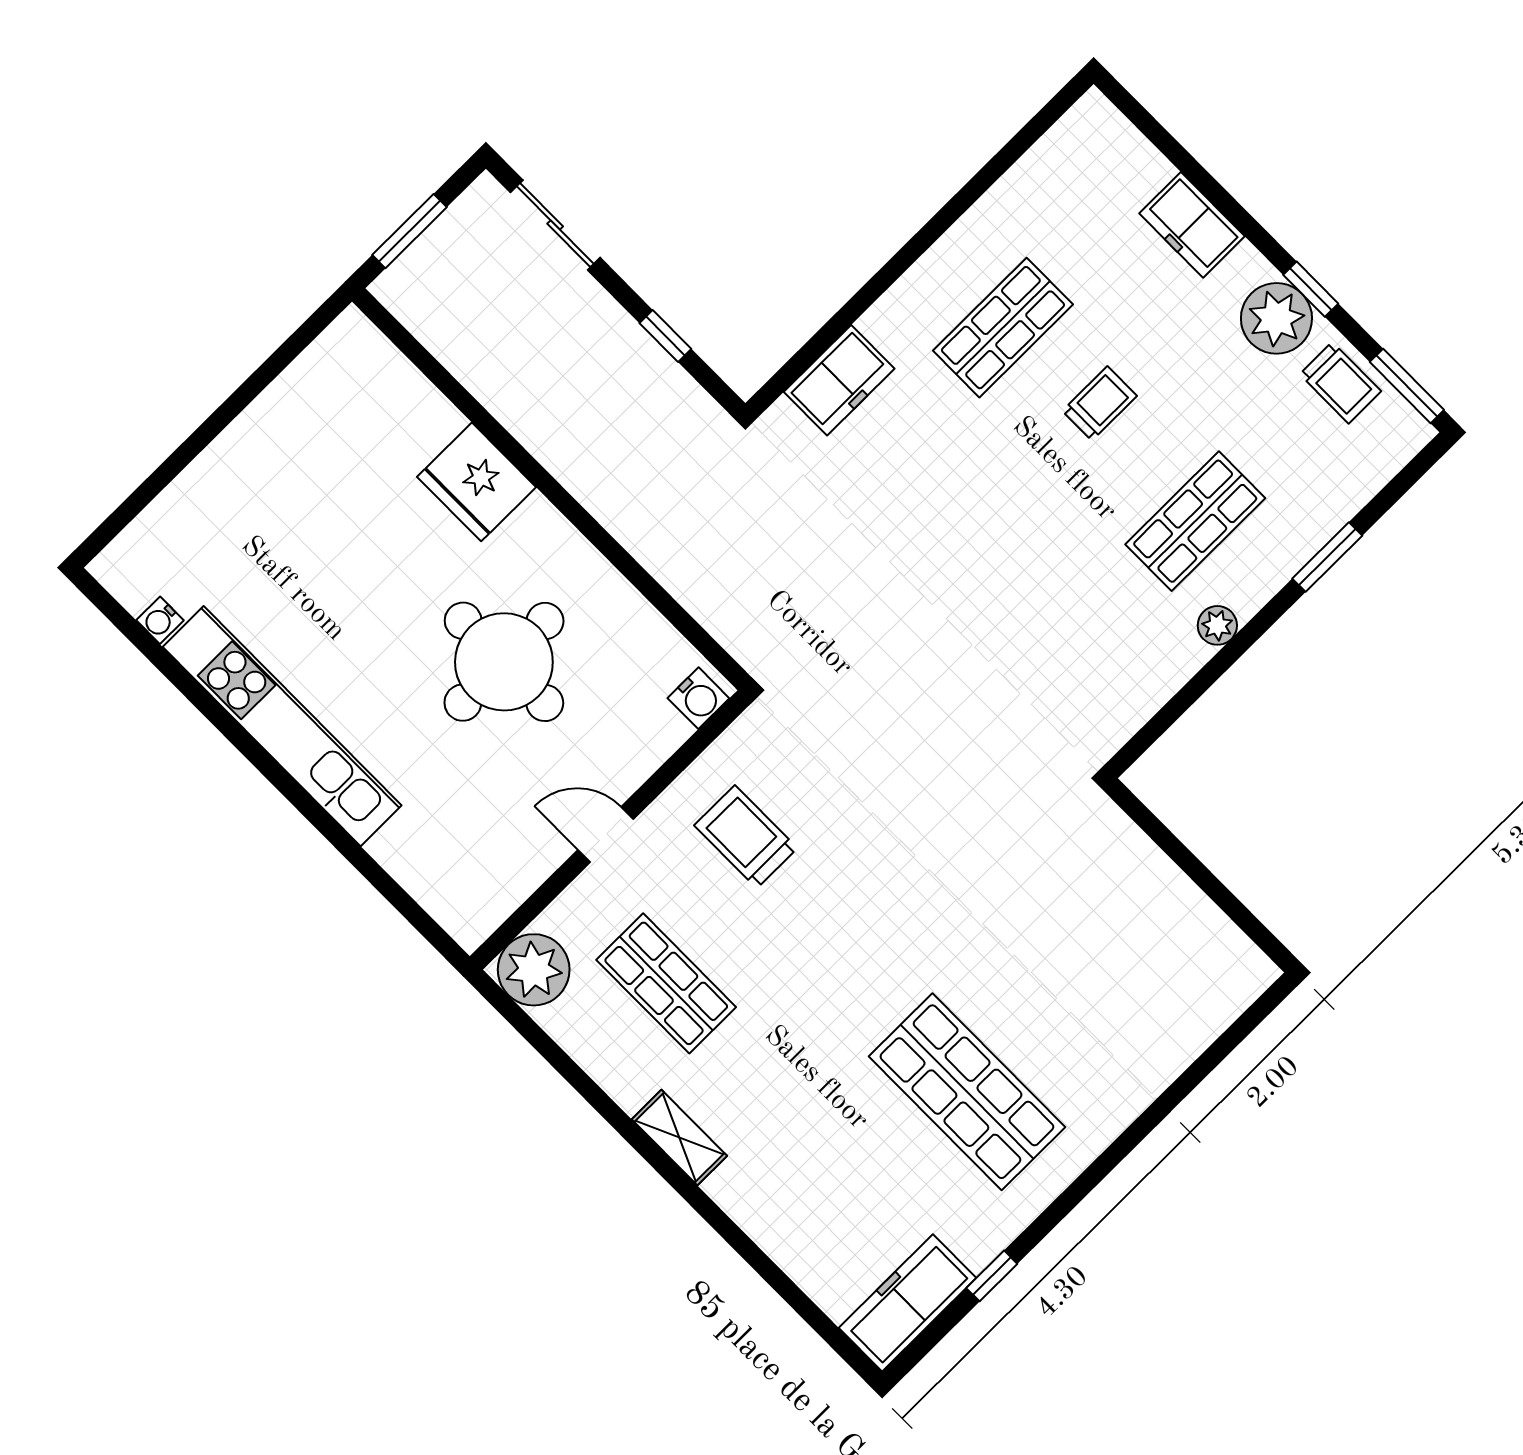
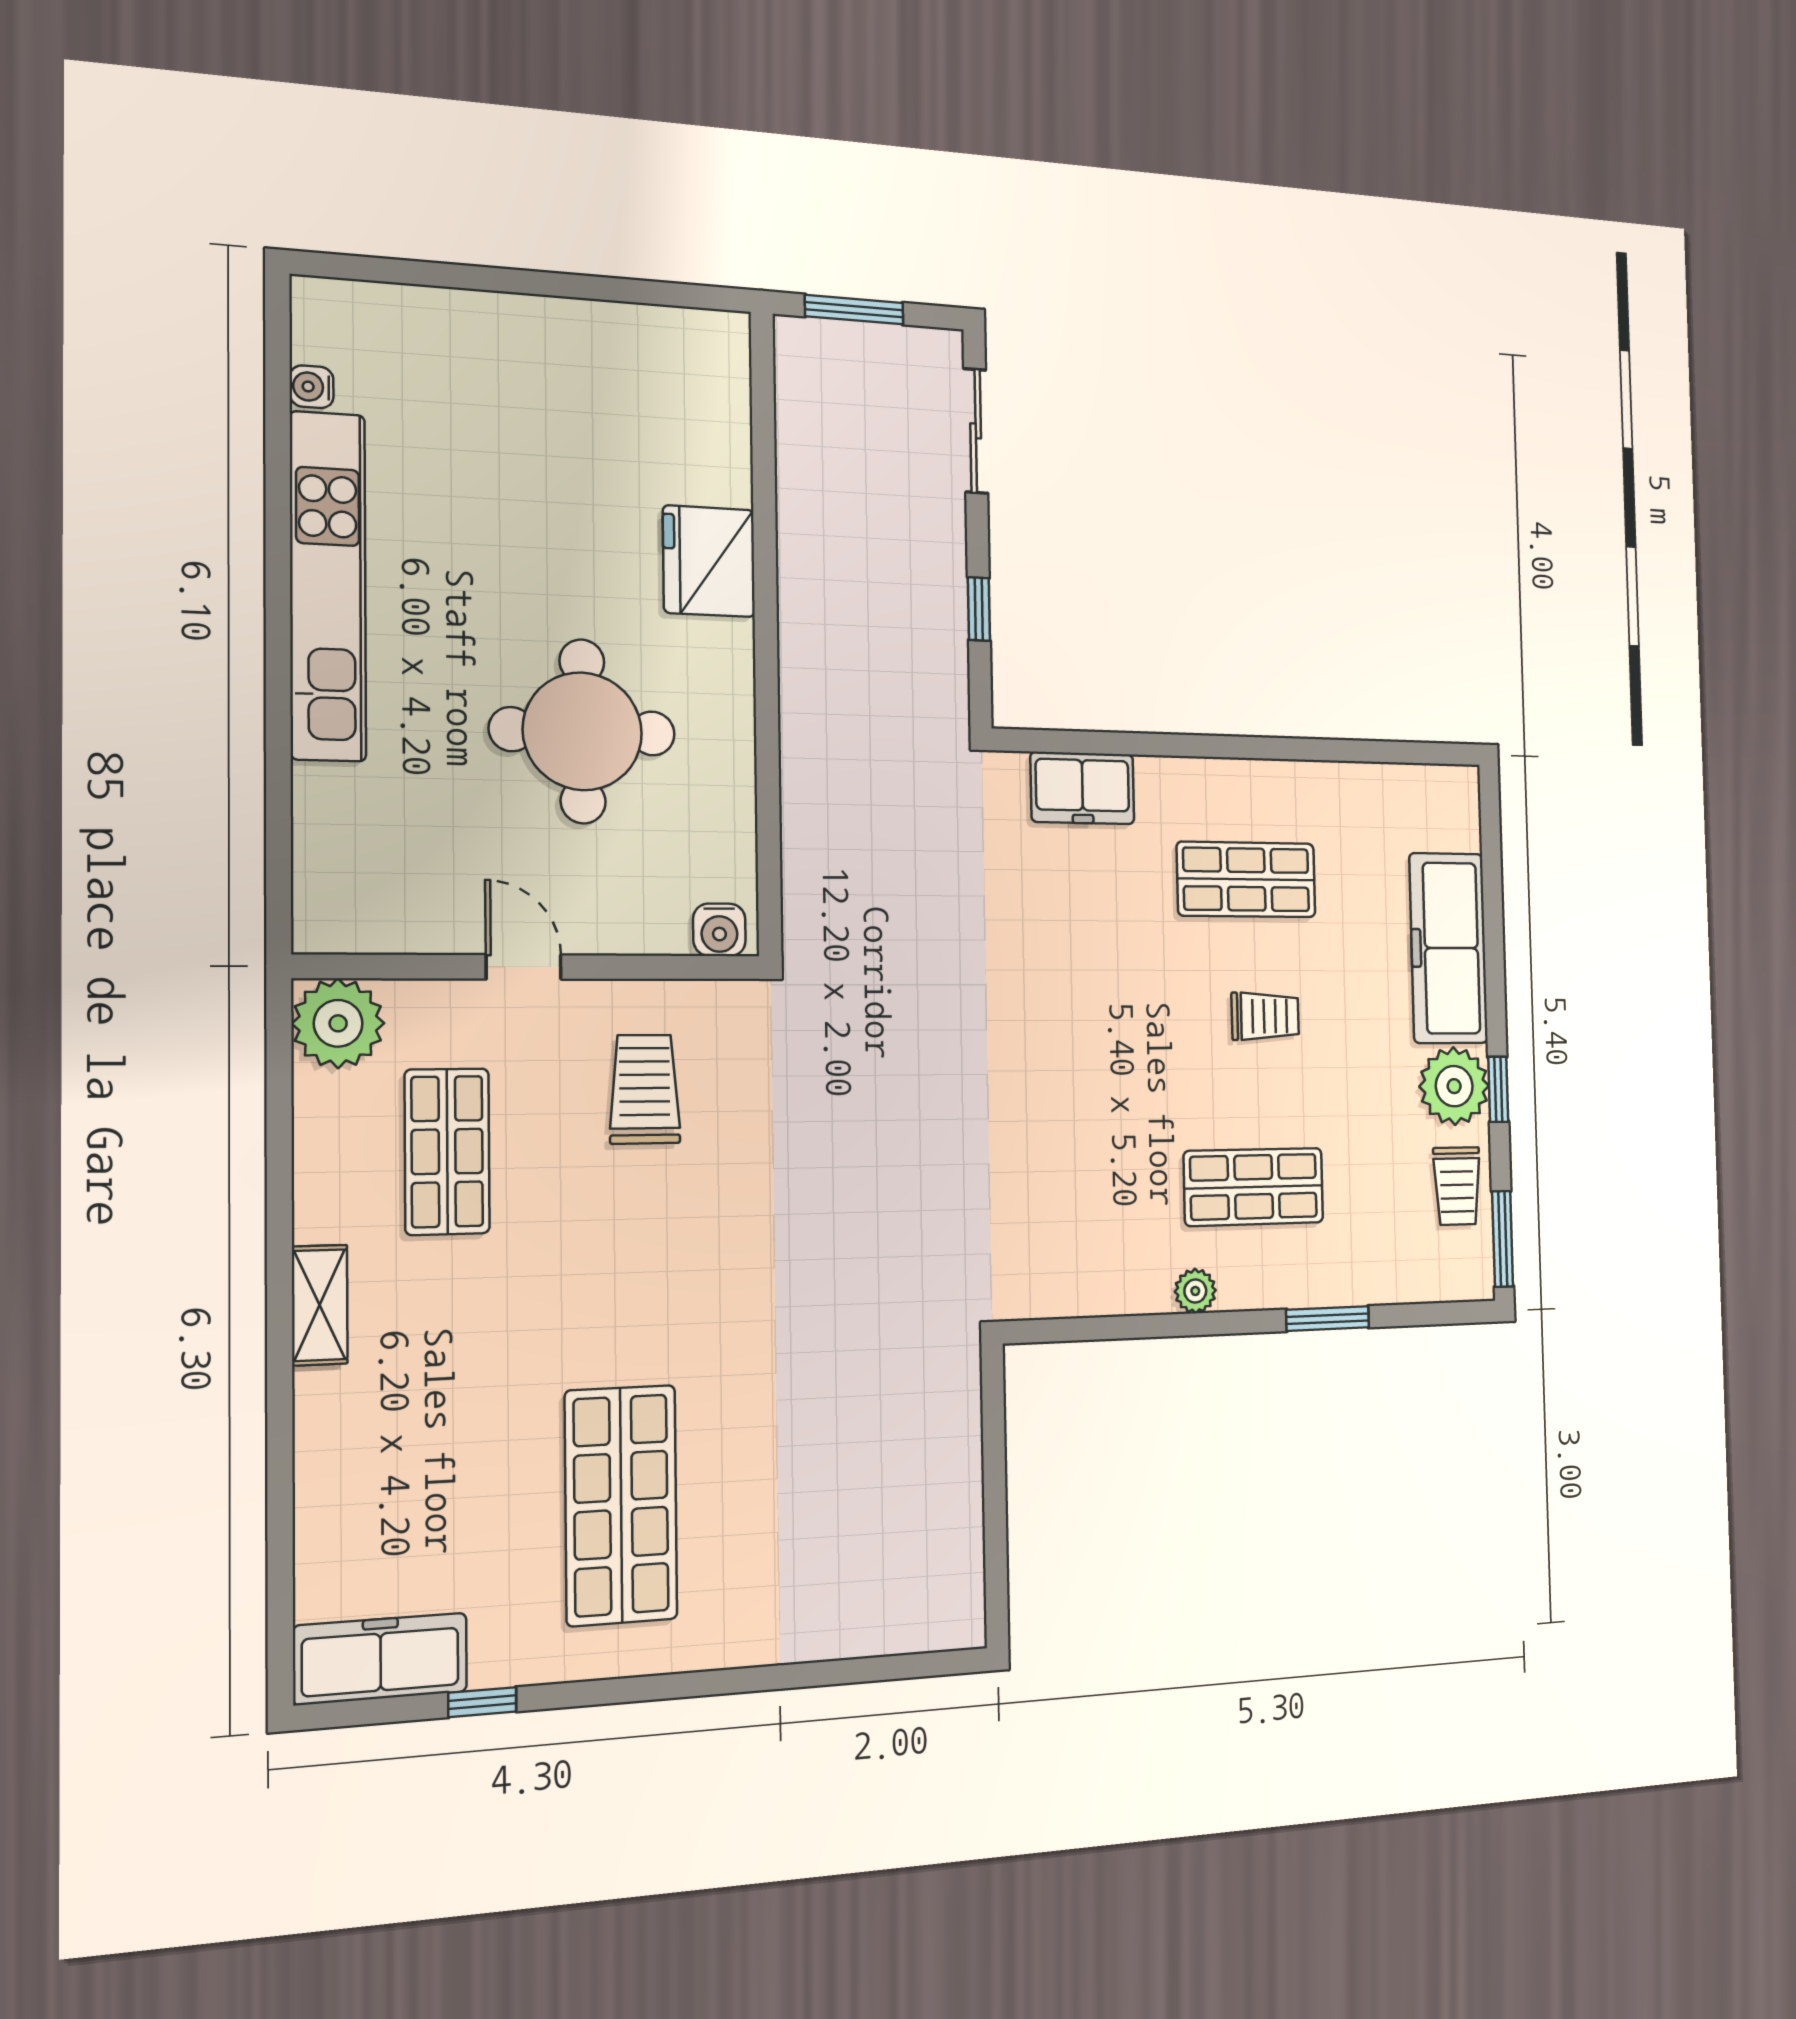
freezer: (1192, 225) -> (1449, 948), width x1.91, depth x1.26

